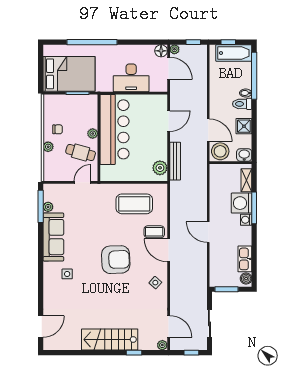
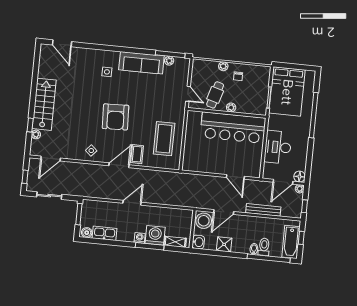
toilet: (242, 104) -> (264, 247), moved
bench: (175, 161) -> (263, 210), moved
plant: (160, 168) -> (194, 165), removed
plant: (162, 345) -> (36, 134), moved

